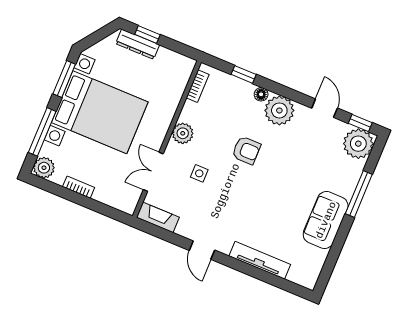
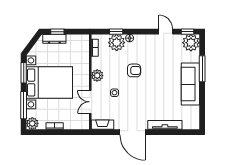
plant: (279, 110) -> (117, 43), moved
sofa: (326, 220) -> (190, 84), width x1.36
door: (202, 250) -> (133, 132), width x1.88

